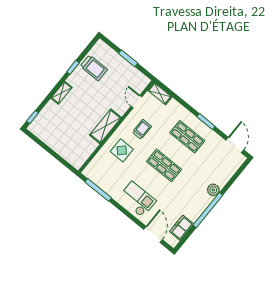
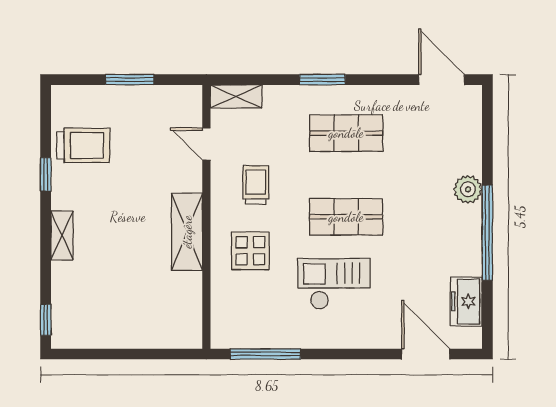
window: (206, 121) -> (322, 80), moved
checkout: (137, 199) -> (334, 284), moved

